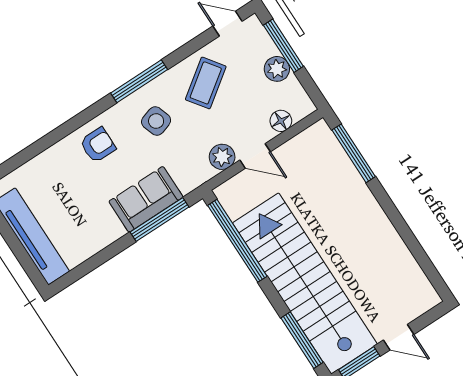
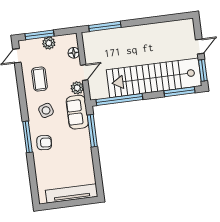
window: (139, 81) -> (27, 137), moved
coffee table: (206, 83) -> (39, 79), turned 36
armchair: (98, 145) -> (44, 143), turned 94
sofa: (146, 199) -> (77, 112), moved

